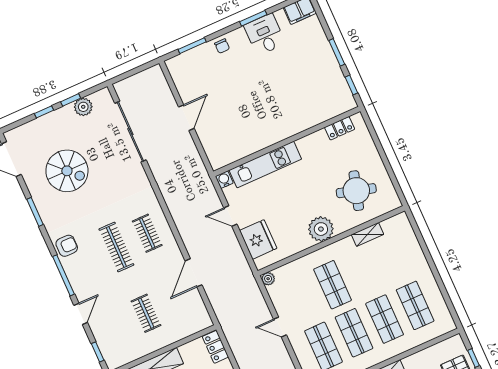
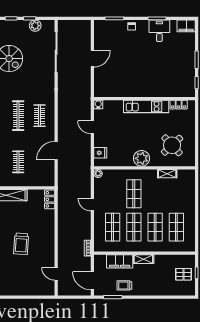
kitchen unit: (265, 165) -> (146, 106), moved
round table: (356, 191) -> (172, 145), turned 31
fridge: (258, 239) -> (100, 153), width x0.53, depth x0.75

